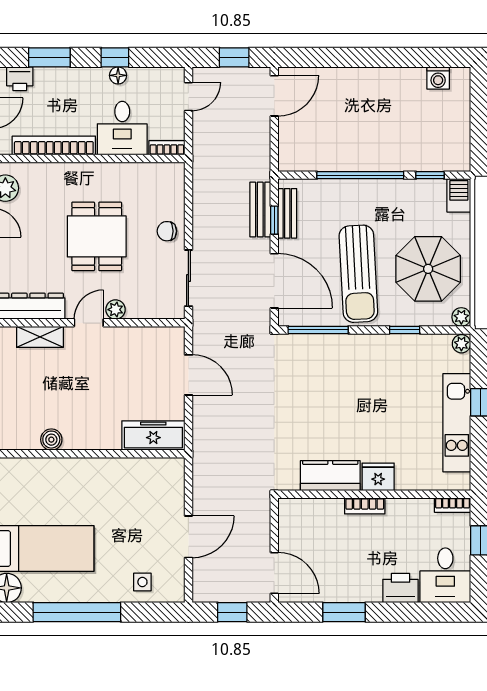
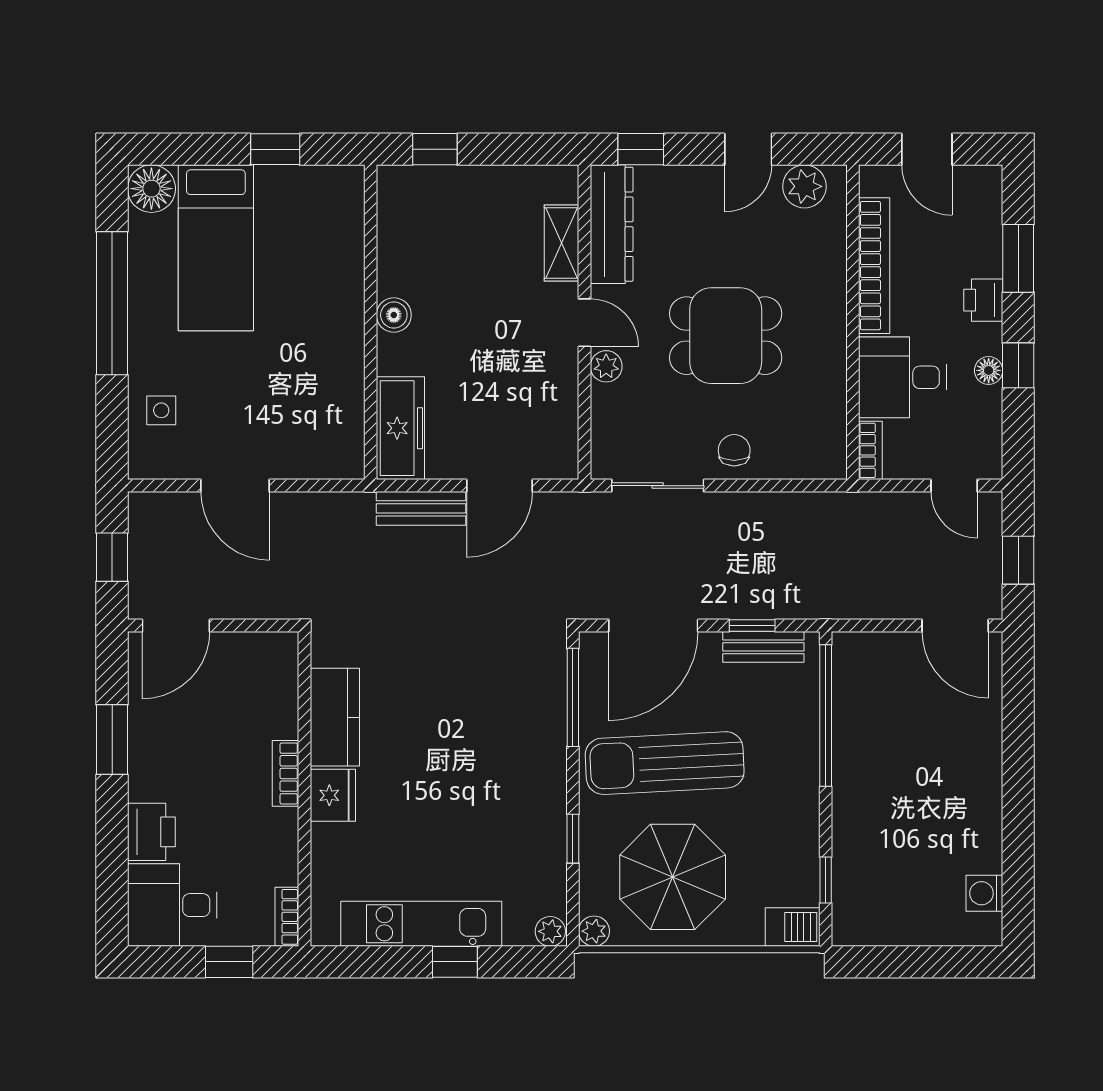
printer: (20, 79) -> (983, 300), moved
window: (360, 175) -> (826, 716), moved
bench: (260, 209) -> (421, 508), moved
boiler: (51, 440) -> (394, 315), moved

